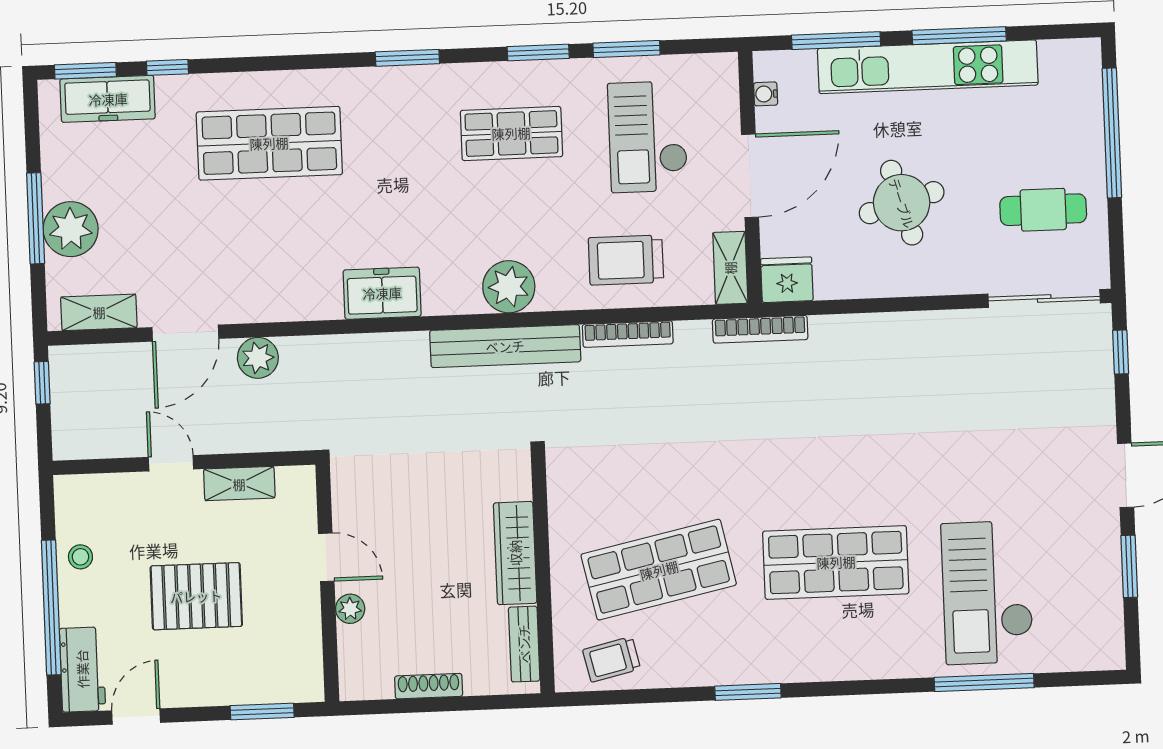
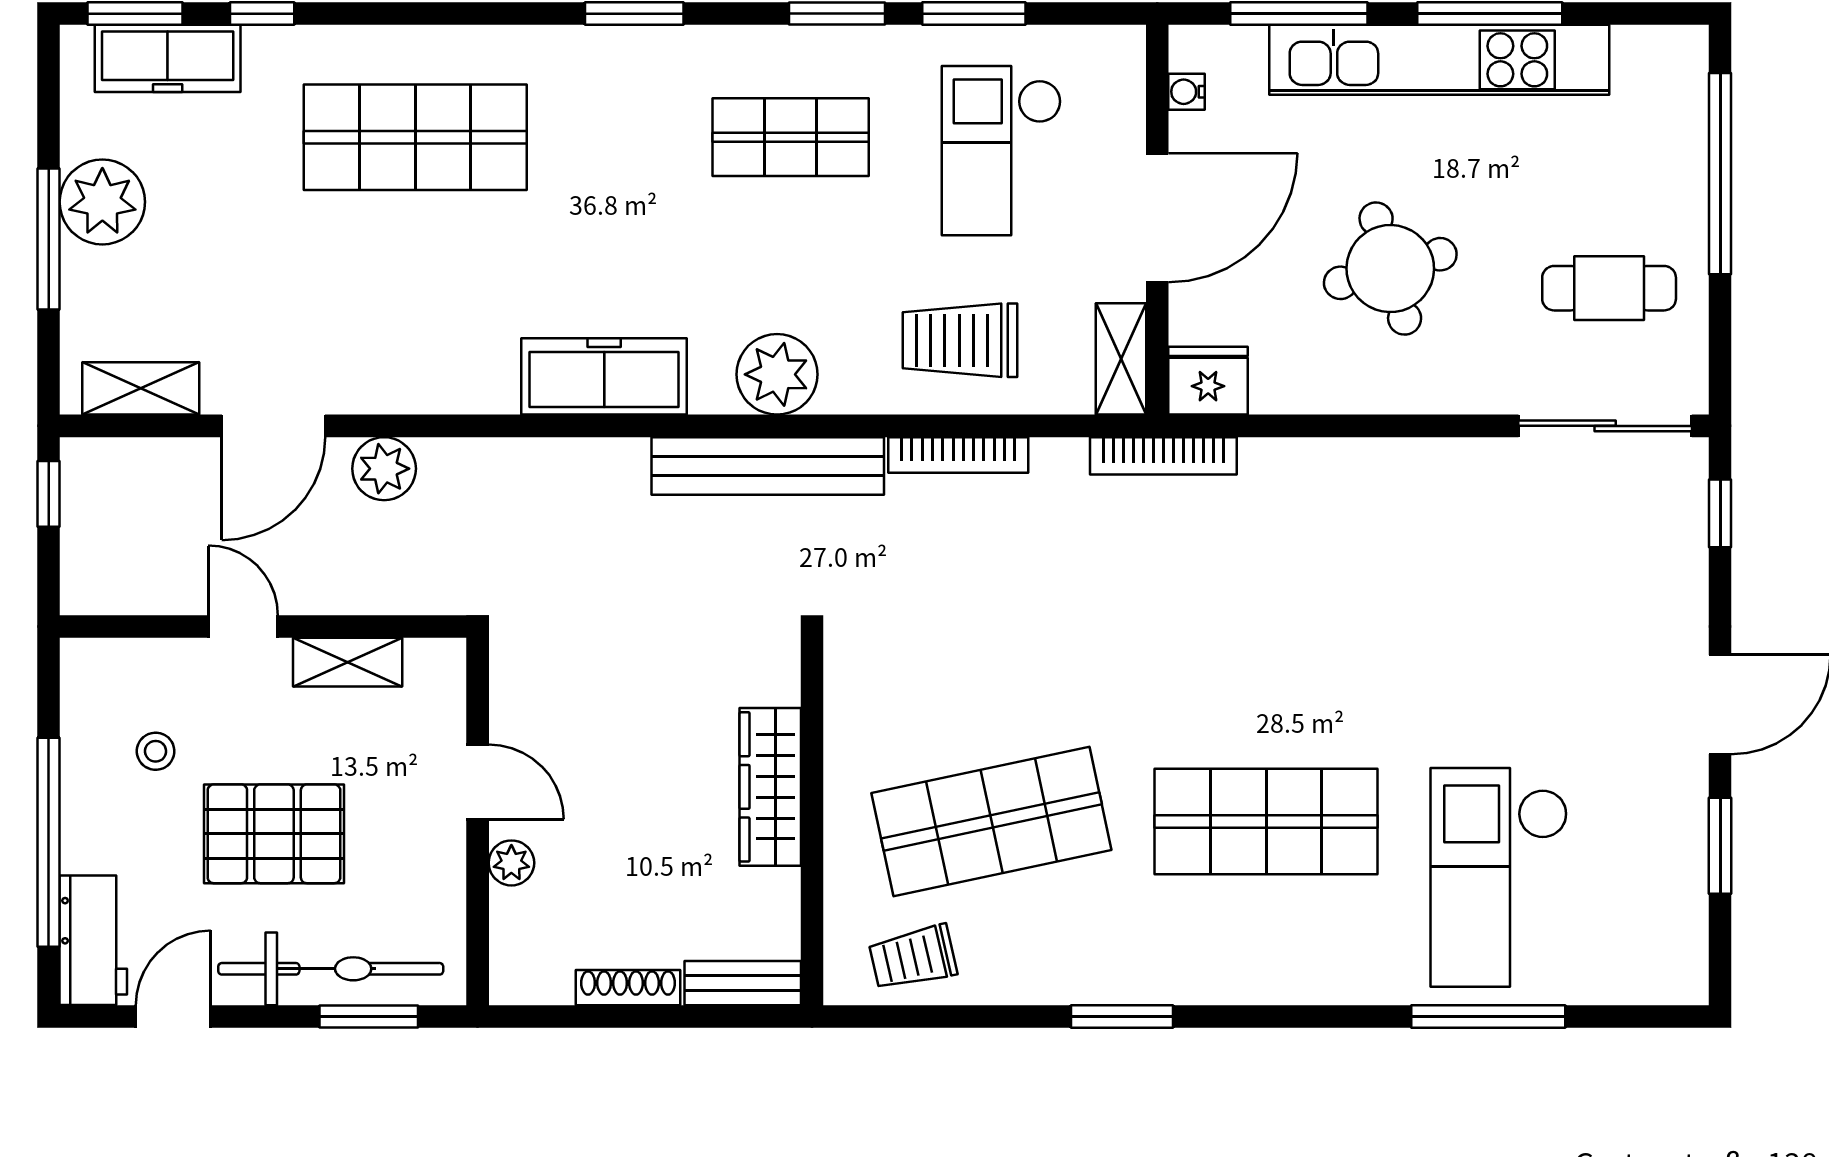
plant: (71, 229) -> (102, 202), moved
freezer: (382, 293) -> (604, 376), width x1.40
stool: (80, 557) -> (156, 751), moved
bench: (524, 644) -> (743, 983), moved, turned 90
bicycle: (236, 682) -> (331, 969), added

